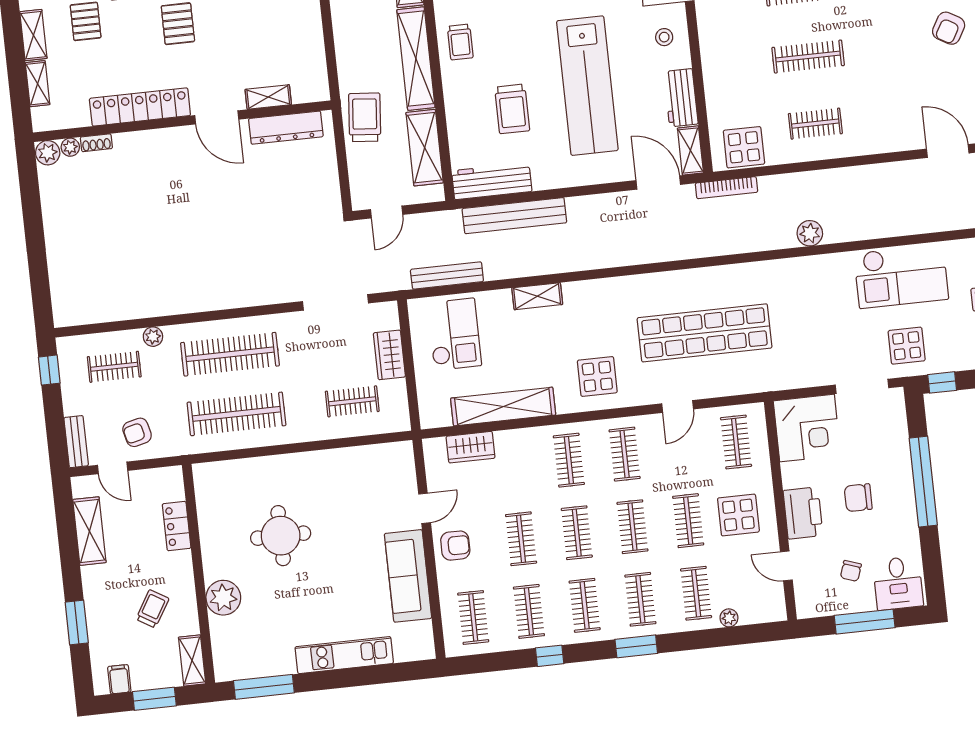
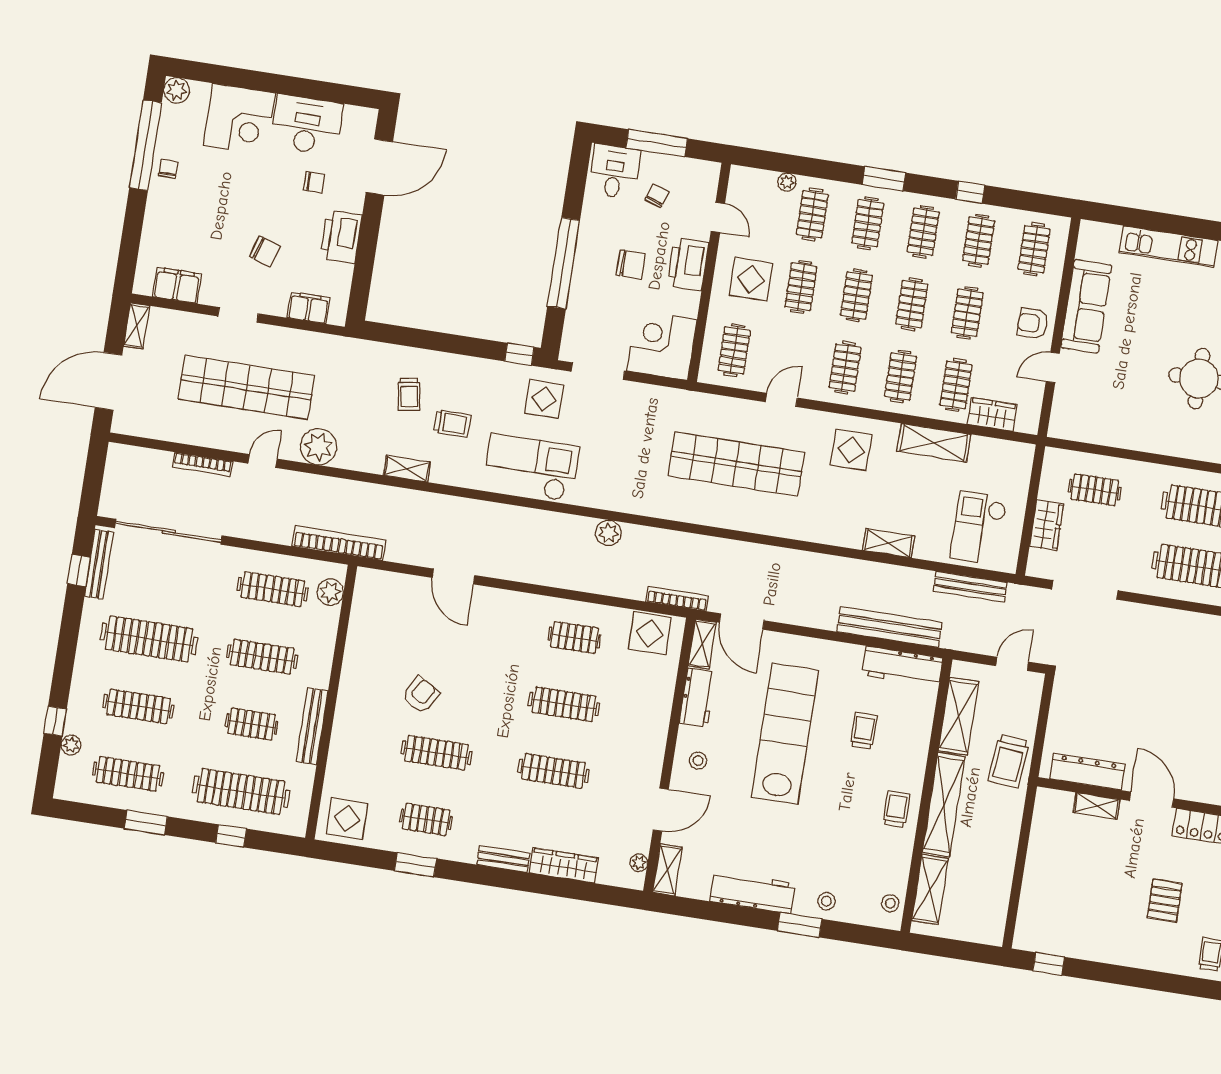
trolley: (512, 109) -> (864, 731), width x0.73, depth x0.72
shelving: (503, 407) -> (934, 443), width x0.68
clothes rail: (513, 466) -> (956, 385), added

